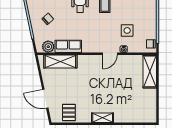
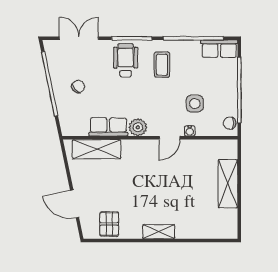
plant: (48, 47) -> (138, 127), moved
shelving: (150, 71) -> (228, 184), moved

